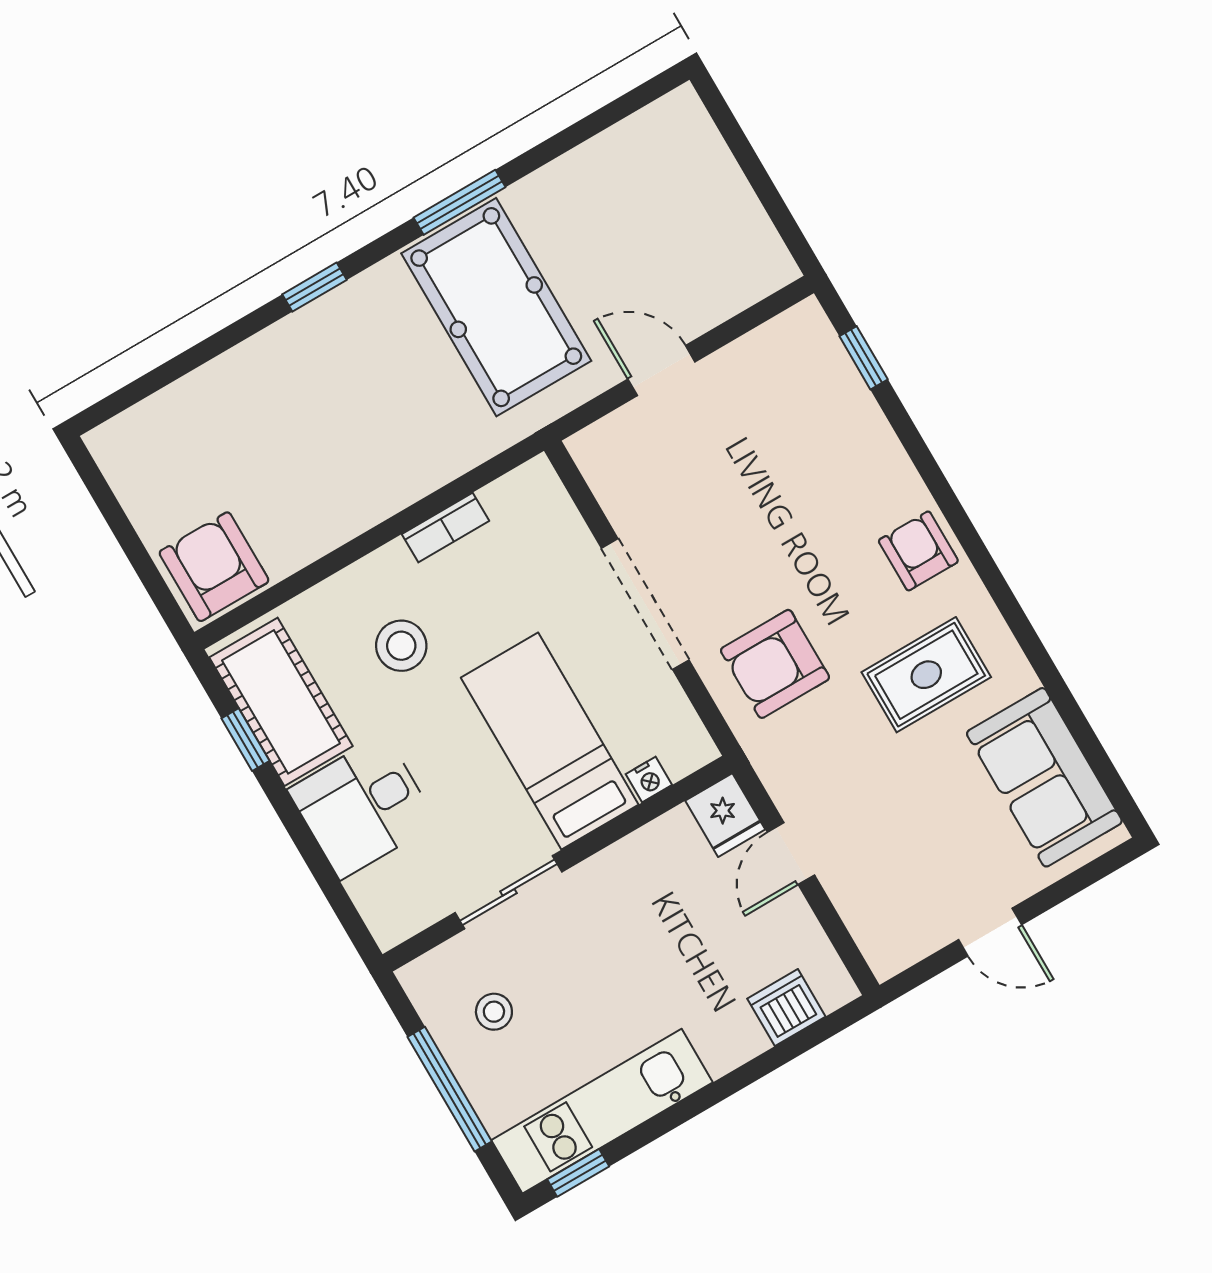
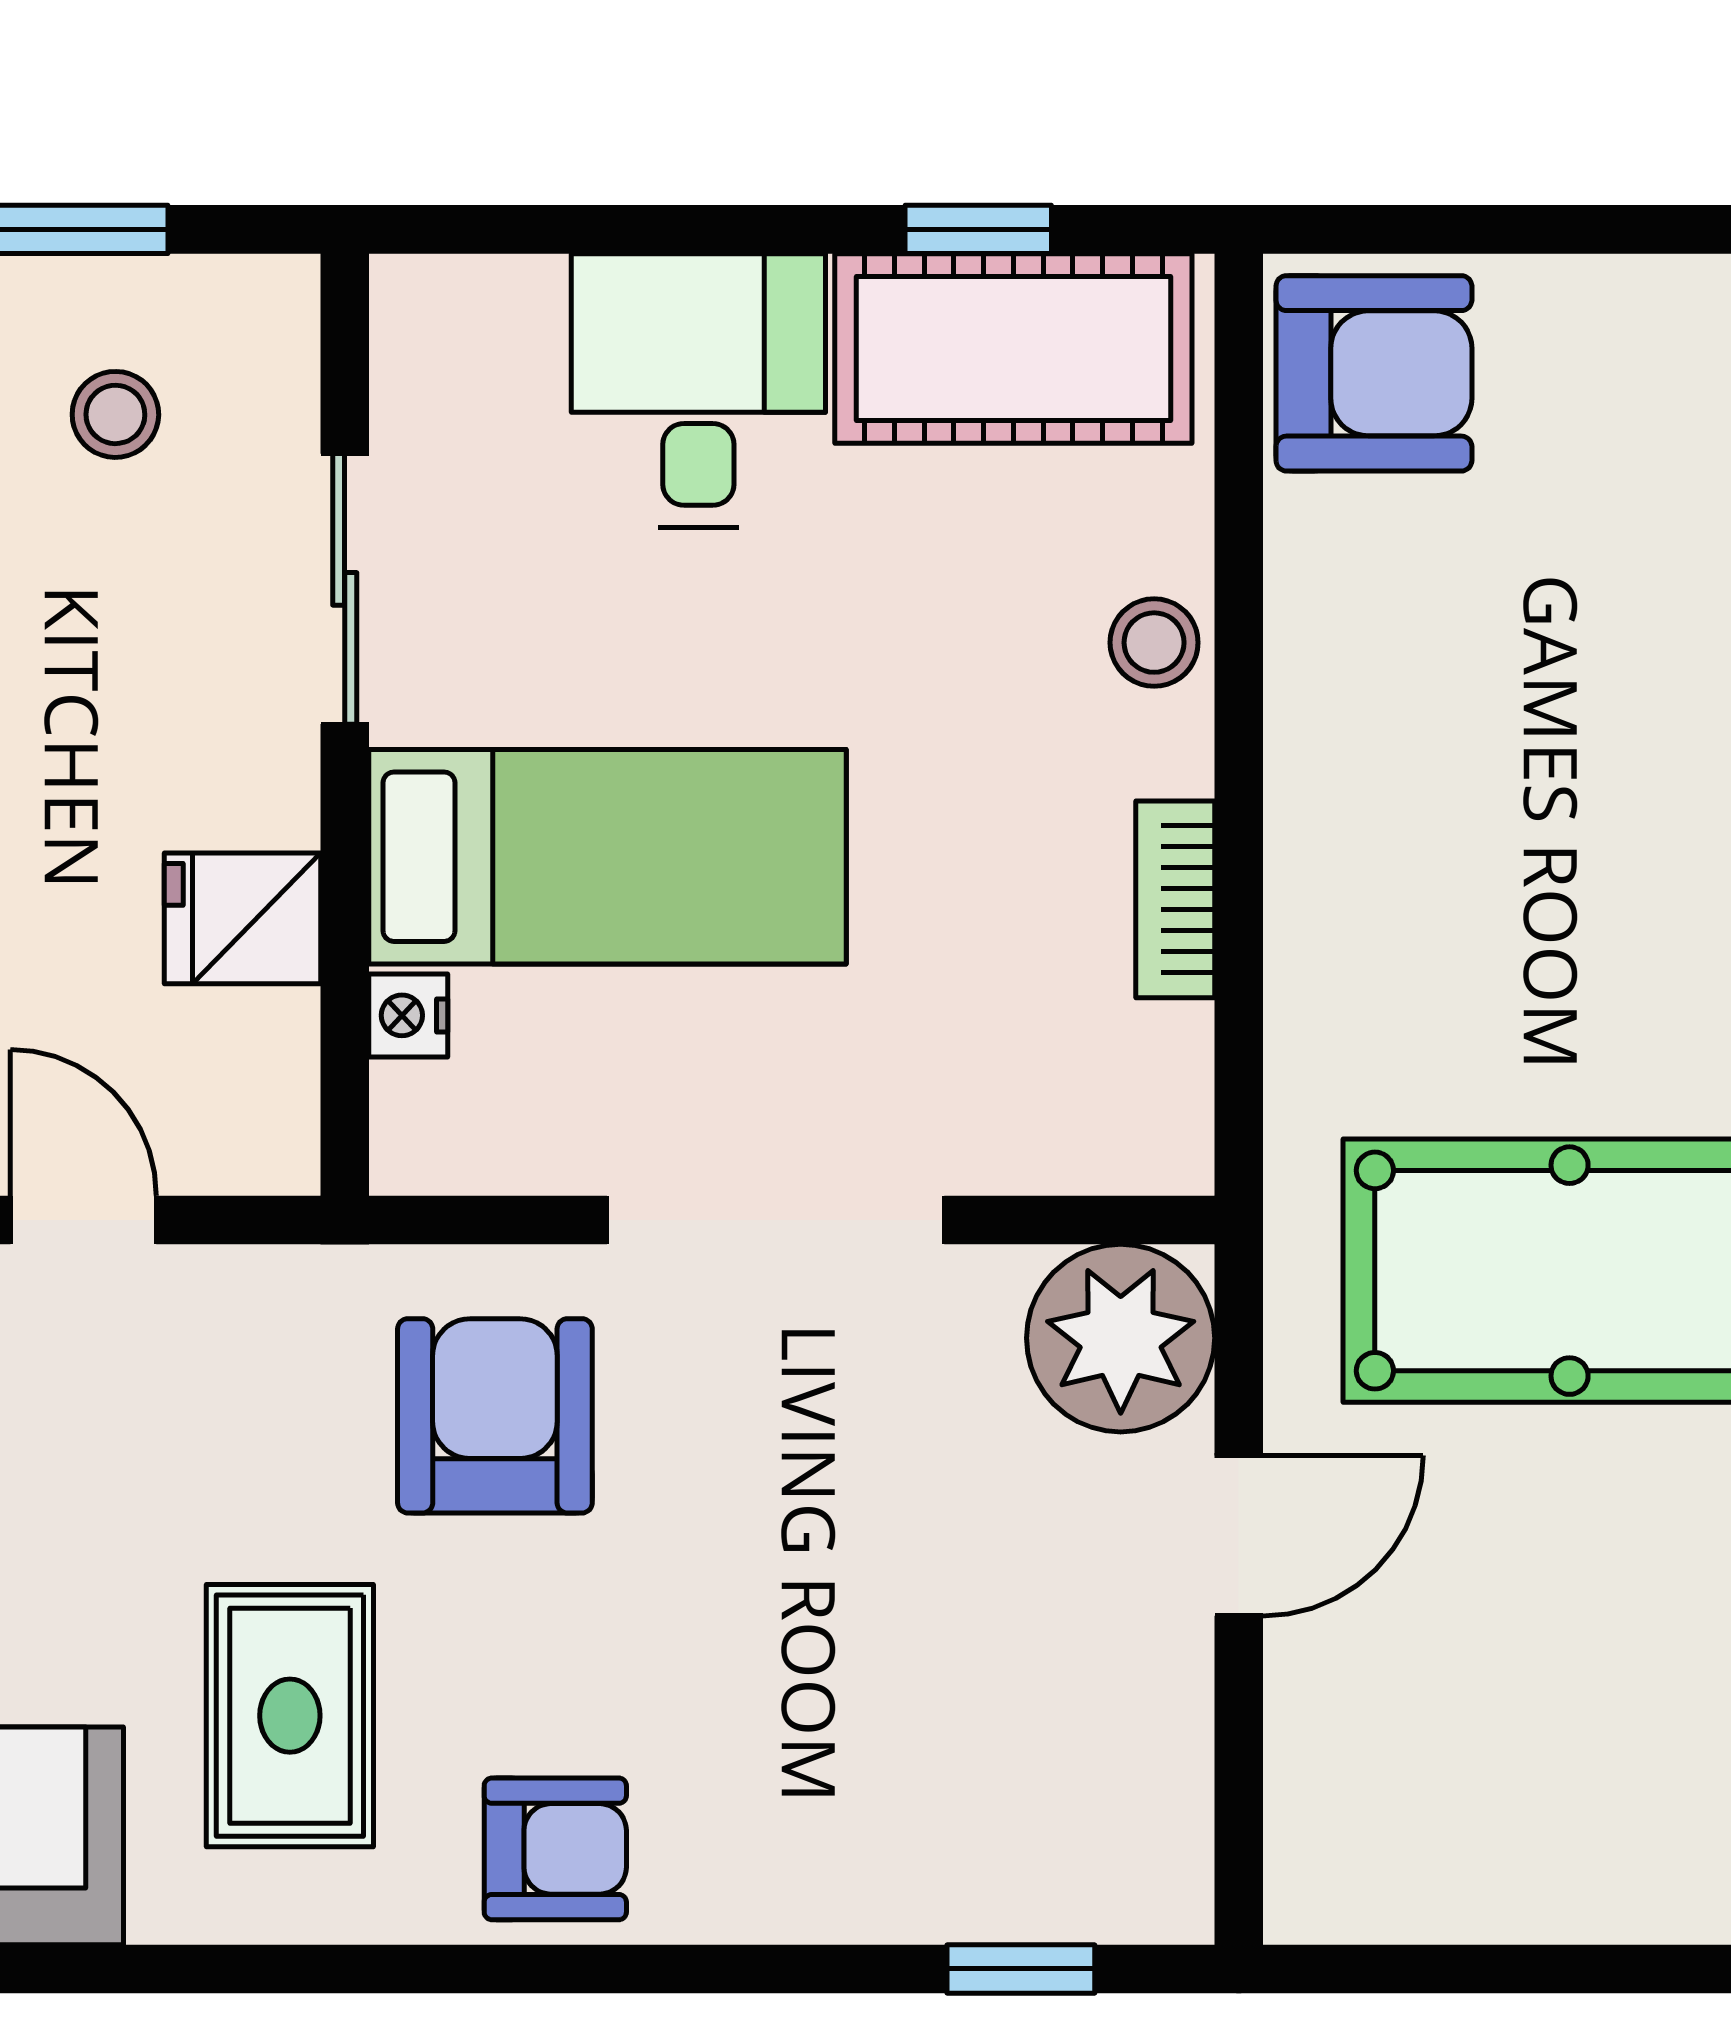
plant: (615, 455) -> (1121, 1338), added
stool: (401, 646) -> (1154, 643), moved, width x0.73, depth x0.73
fridge: (725, 815) -> (242, 918), moved

